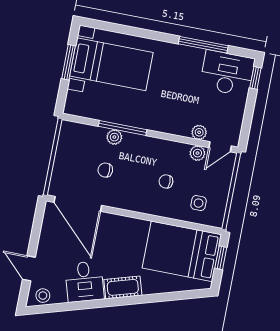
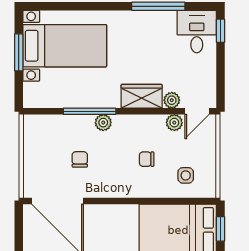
desk: (227, 73) -> (197, 32), width x0.73
wardrobe: (172, 124) -> (142, 96), added
plant: (114, 137) -> (103, 123), moved
chair: (105, 170) -> (80, 159), turned 90

